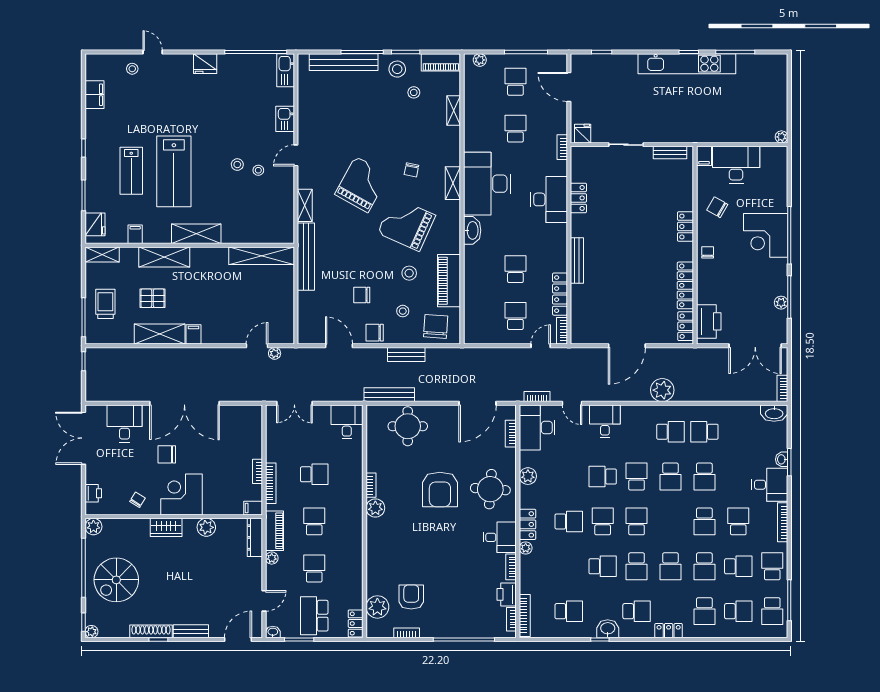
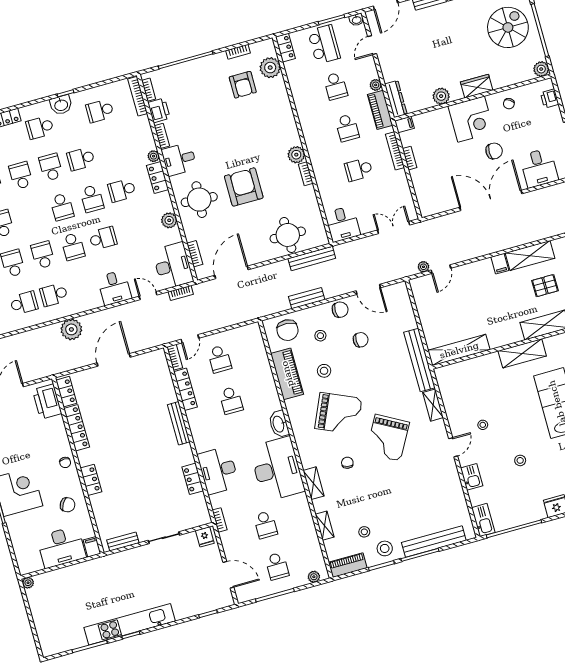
stool: (237, 165) -> (520, 460), moved
shelving: (453, 183) -> (314, 483), moved

